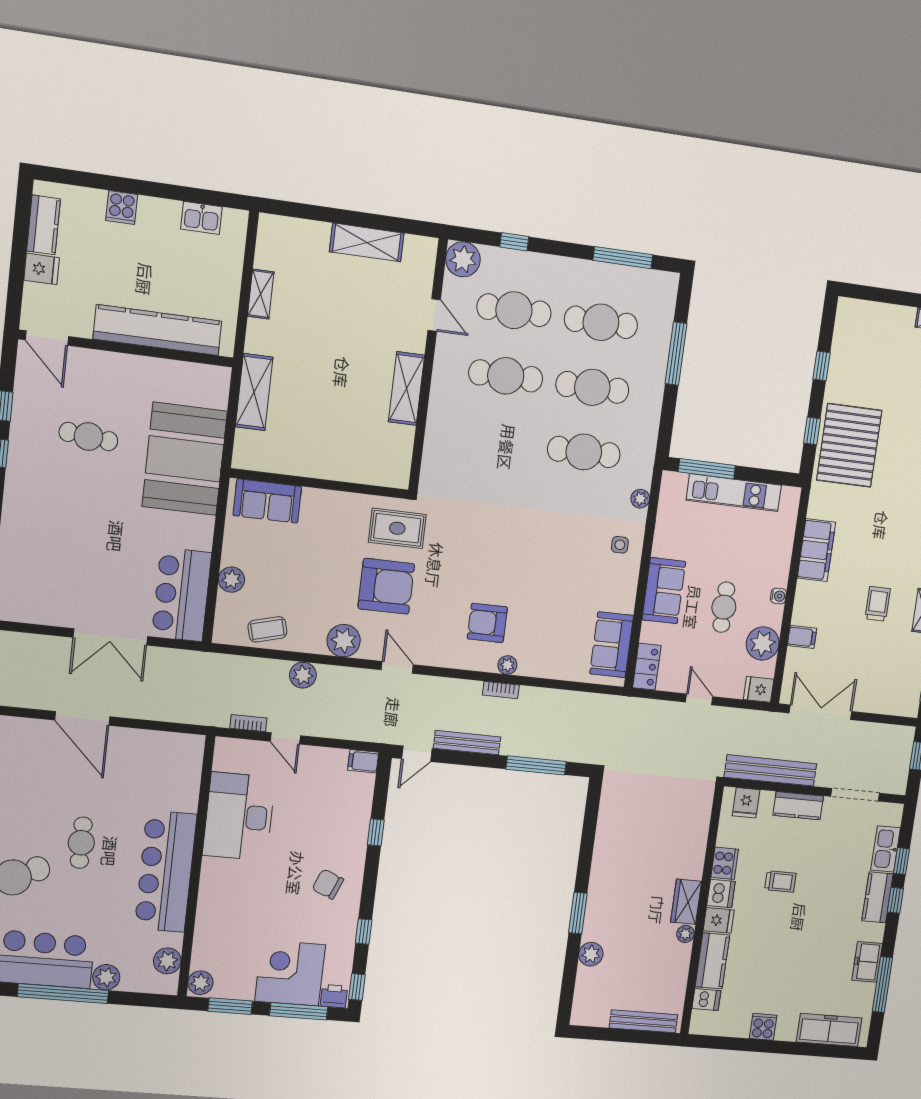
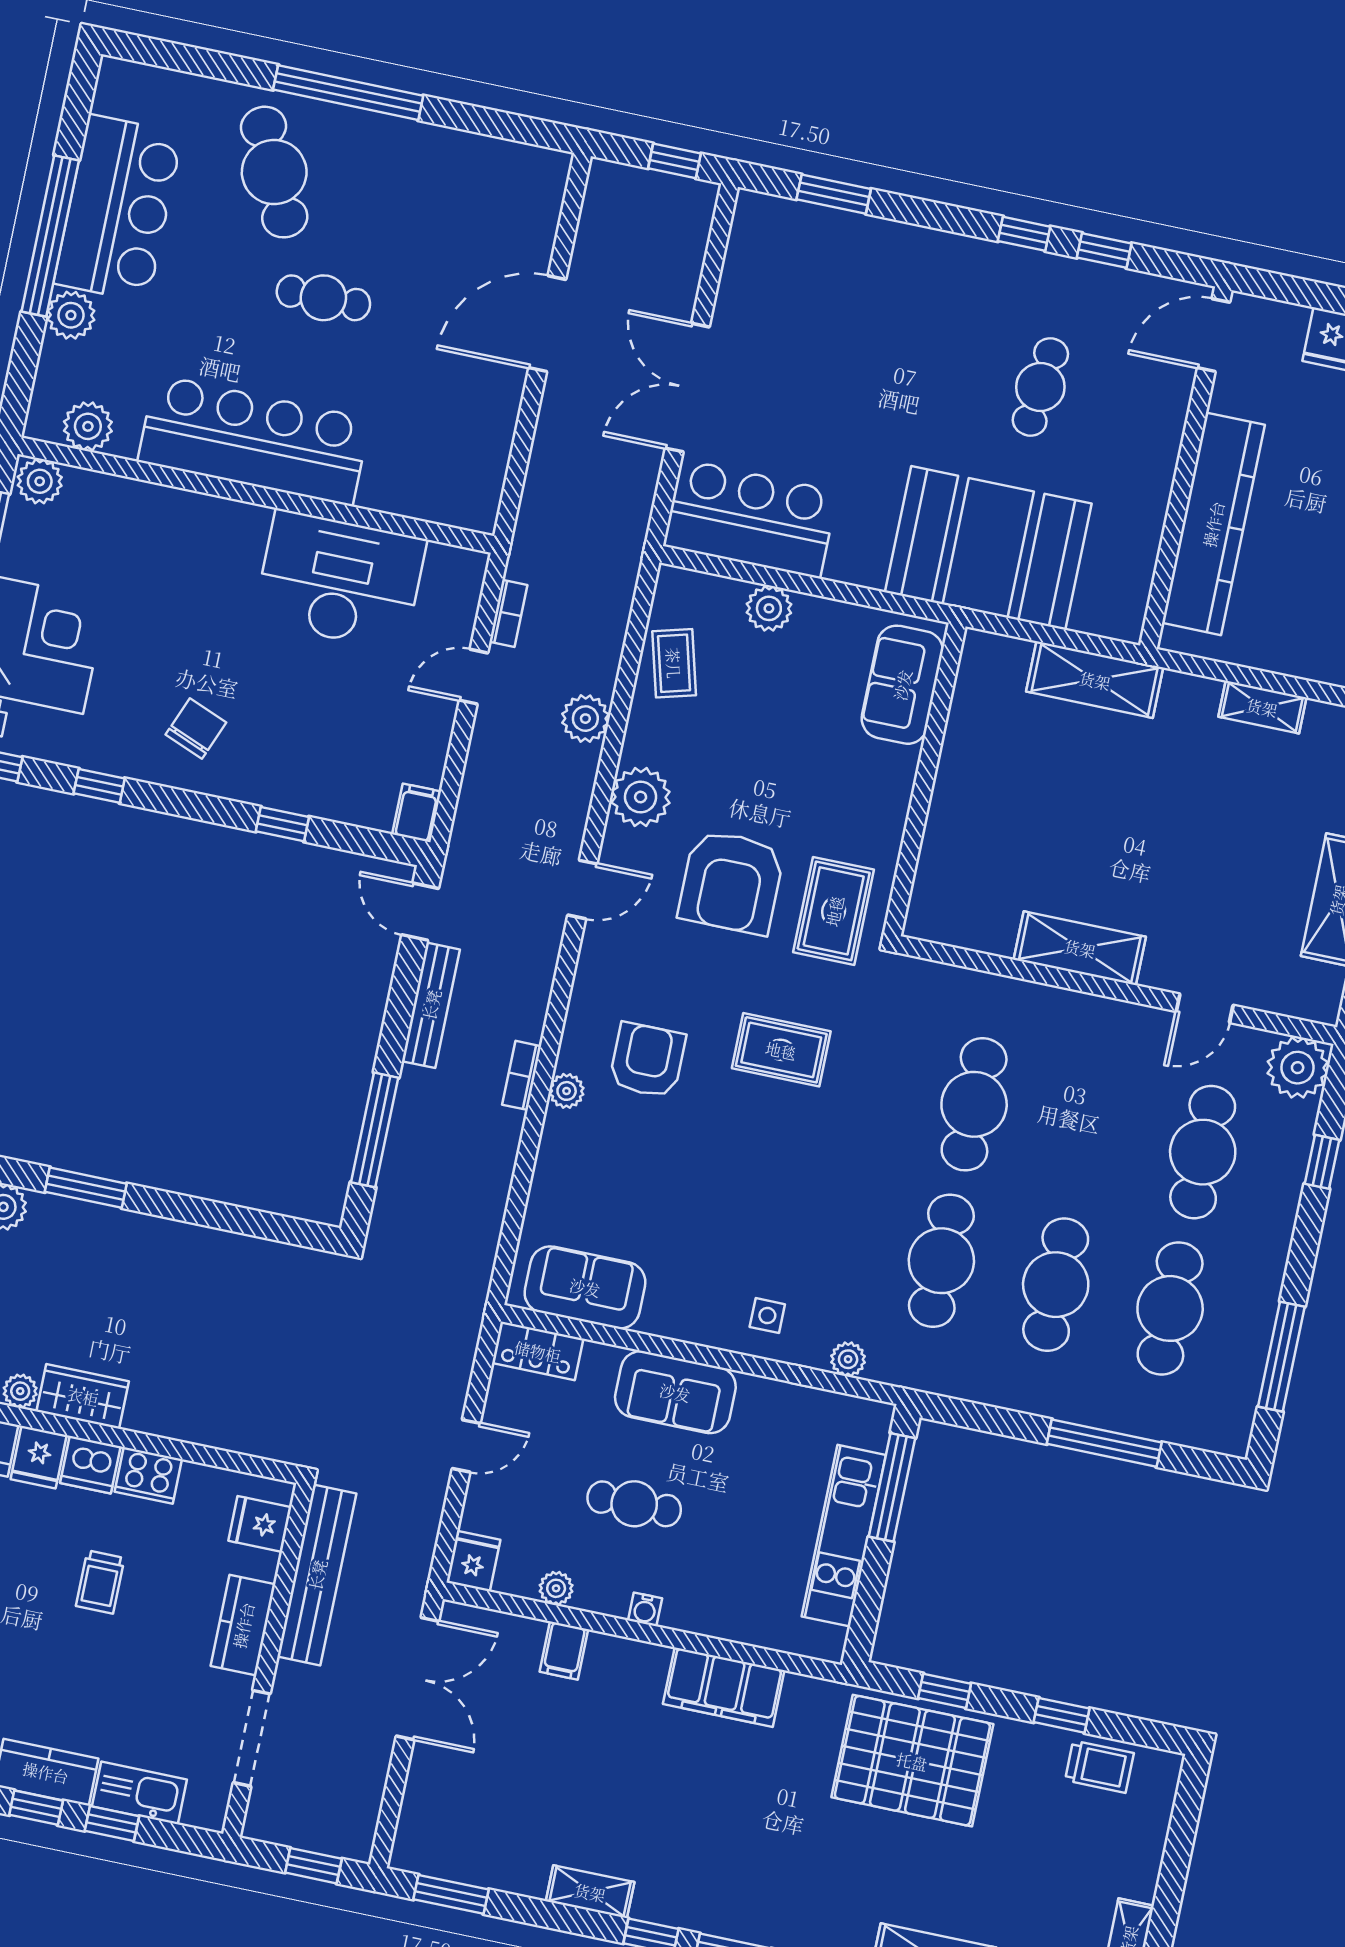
cafe table: (506, 376) -> (974, 1104), moved
rug: (476, 550) -> (781, 1050), added
trolley: (878, 604) -> (1099, 1767), moved
plant: (763, 643) -> (556, 1588), width x0.53, depth x0.53

